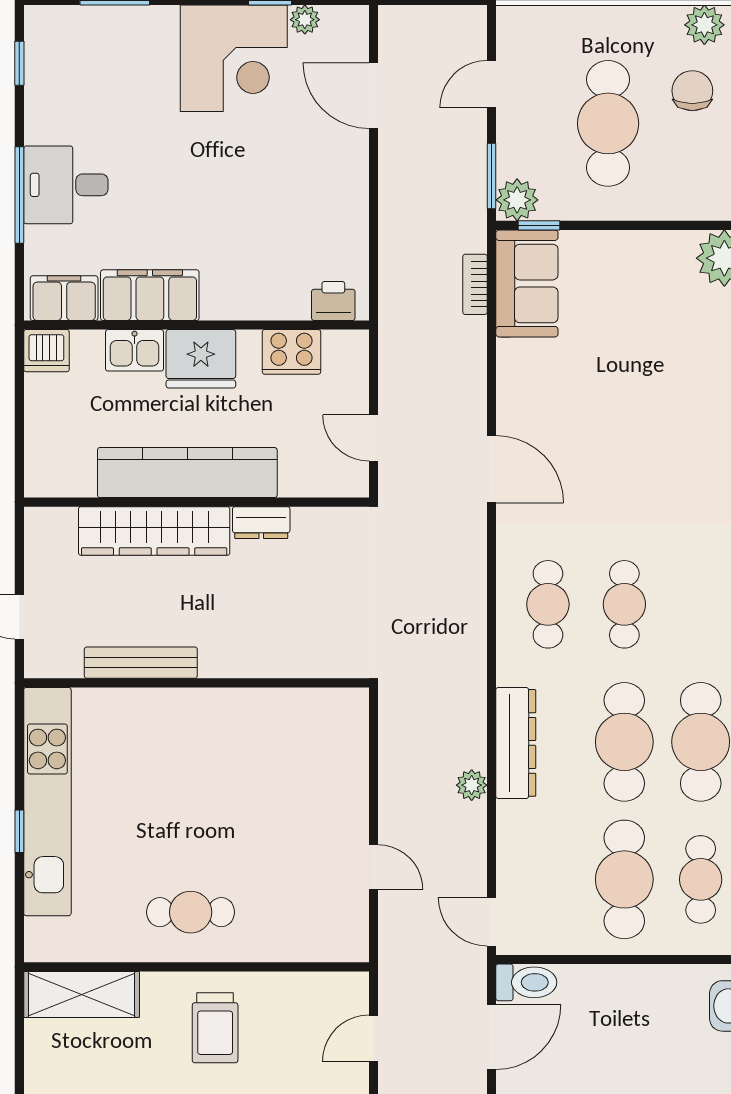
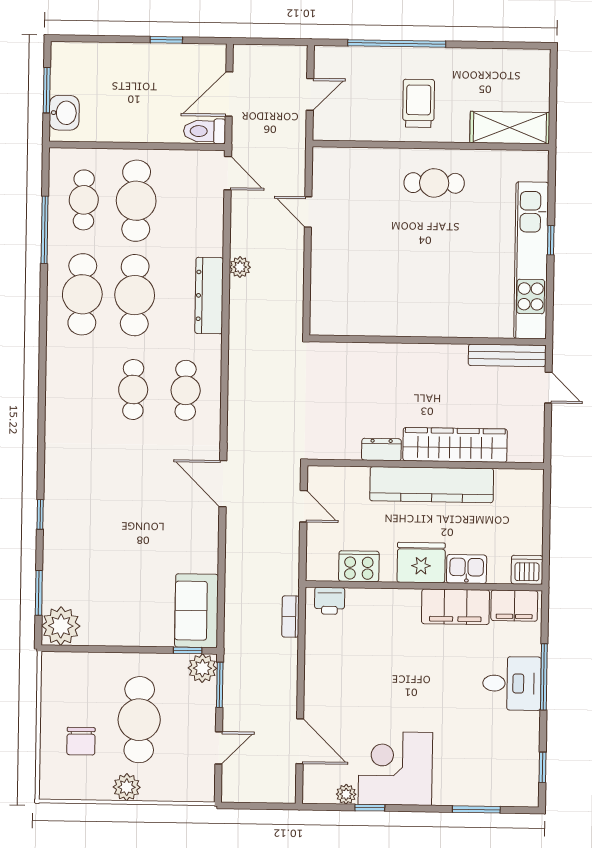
plant: (704, 25) -> (127, 787), moved
bookcase: (475, 284) -> (290, 616), moved, turned 180
bench: (141, 663) -> (507, 355), moved

